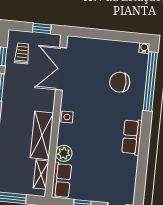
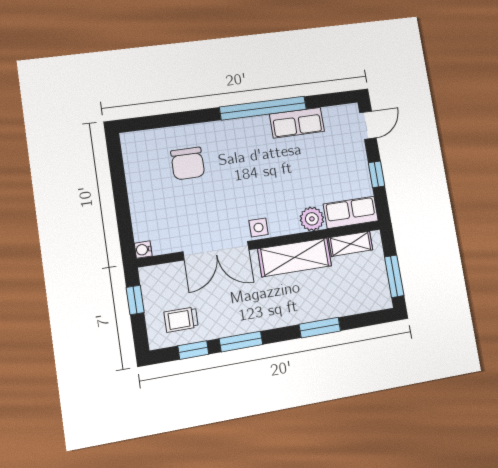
water cooler: (144, 48) -> (143, 250), moved
double door: (61, 69) -> (216, 251), moved
window: (150, 82) -> (263, 108), moved
row of seats: (132, 137) -> (297, 123), moved

